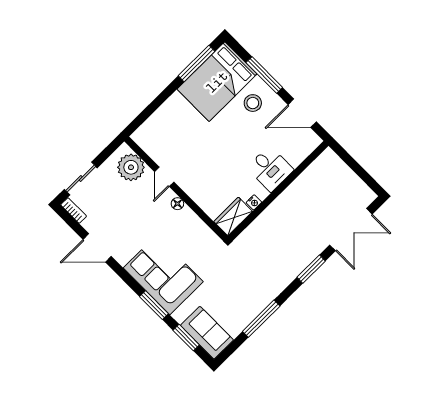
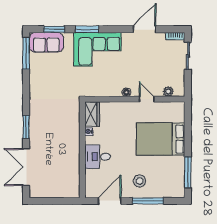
bed: (217, 82) -> (161, 139), moved, turned -90
plant: (131, 167) -> (168, 91), width x0.53, depth x0.53
window: (261, 319) -> (26, 53), moved

